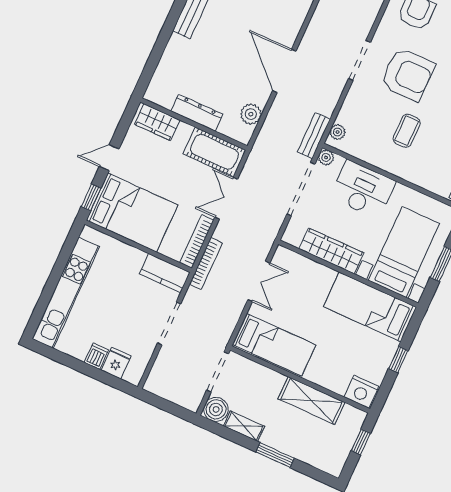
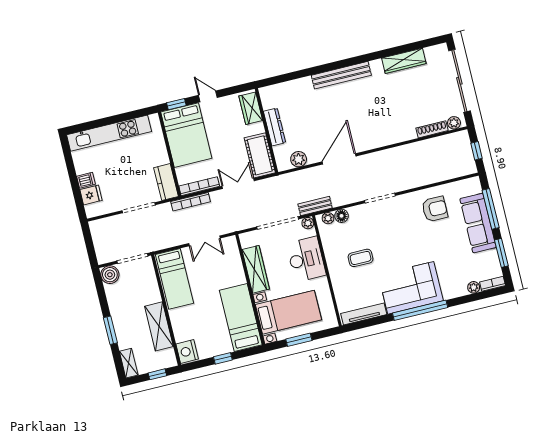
armchair: (408, 74) -> (394, 233), removed
floor lamp: (346, 116) -> (341, 216), added
shelving: (244, 426) -> (129, 363), moved

